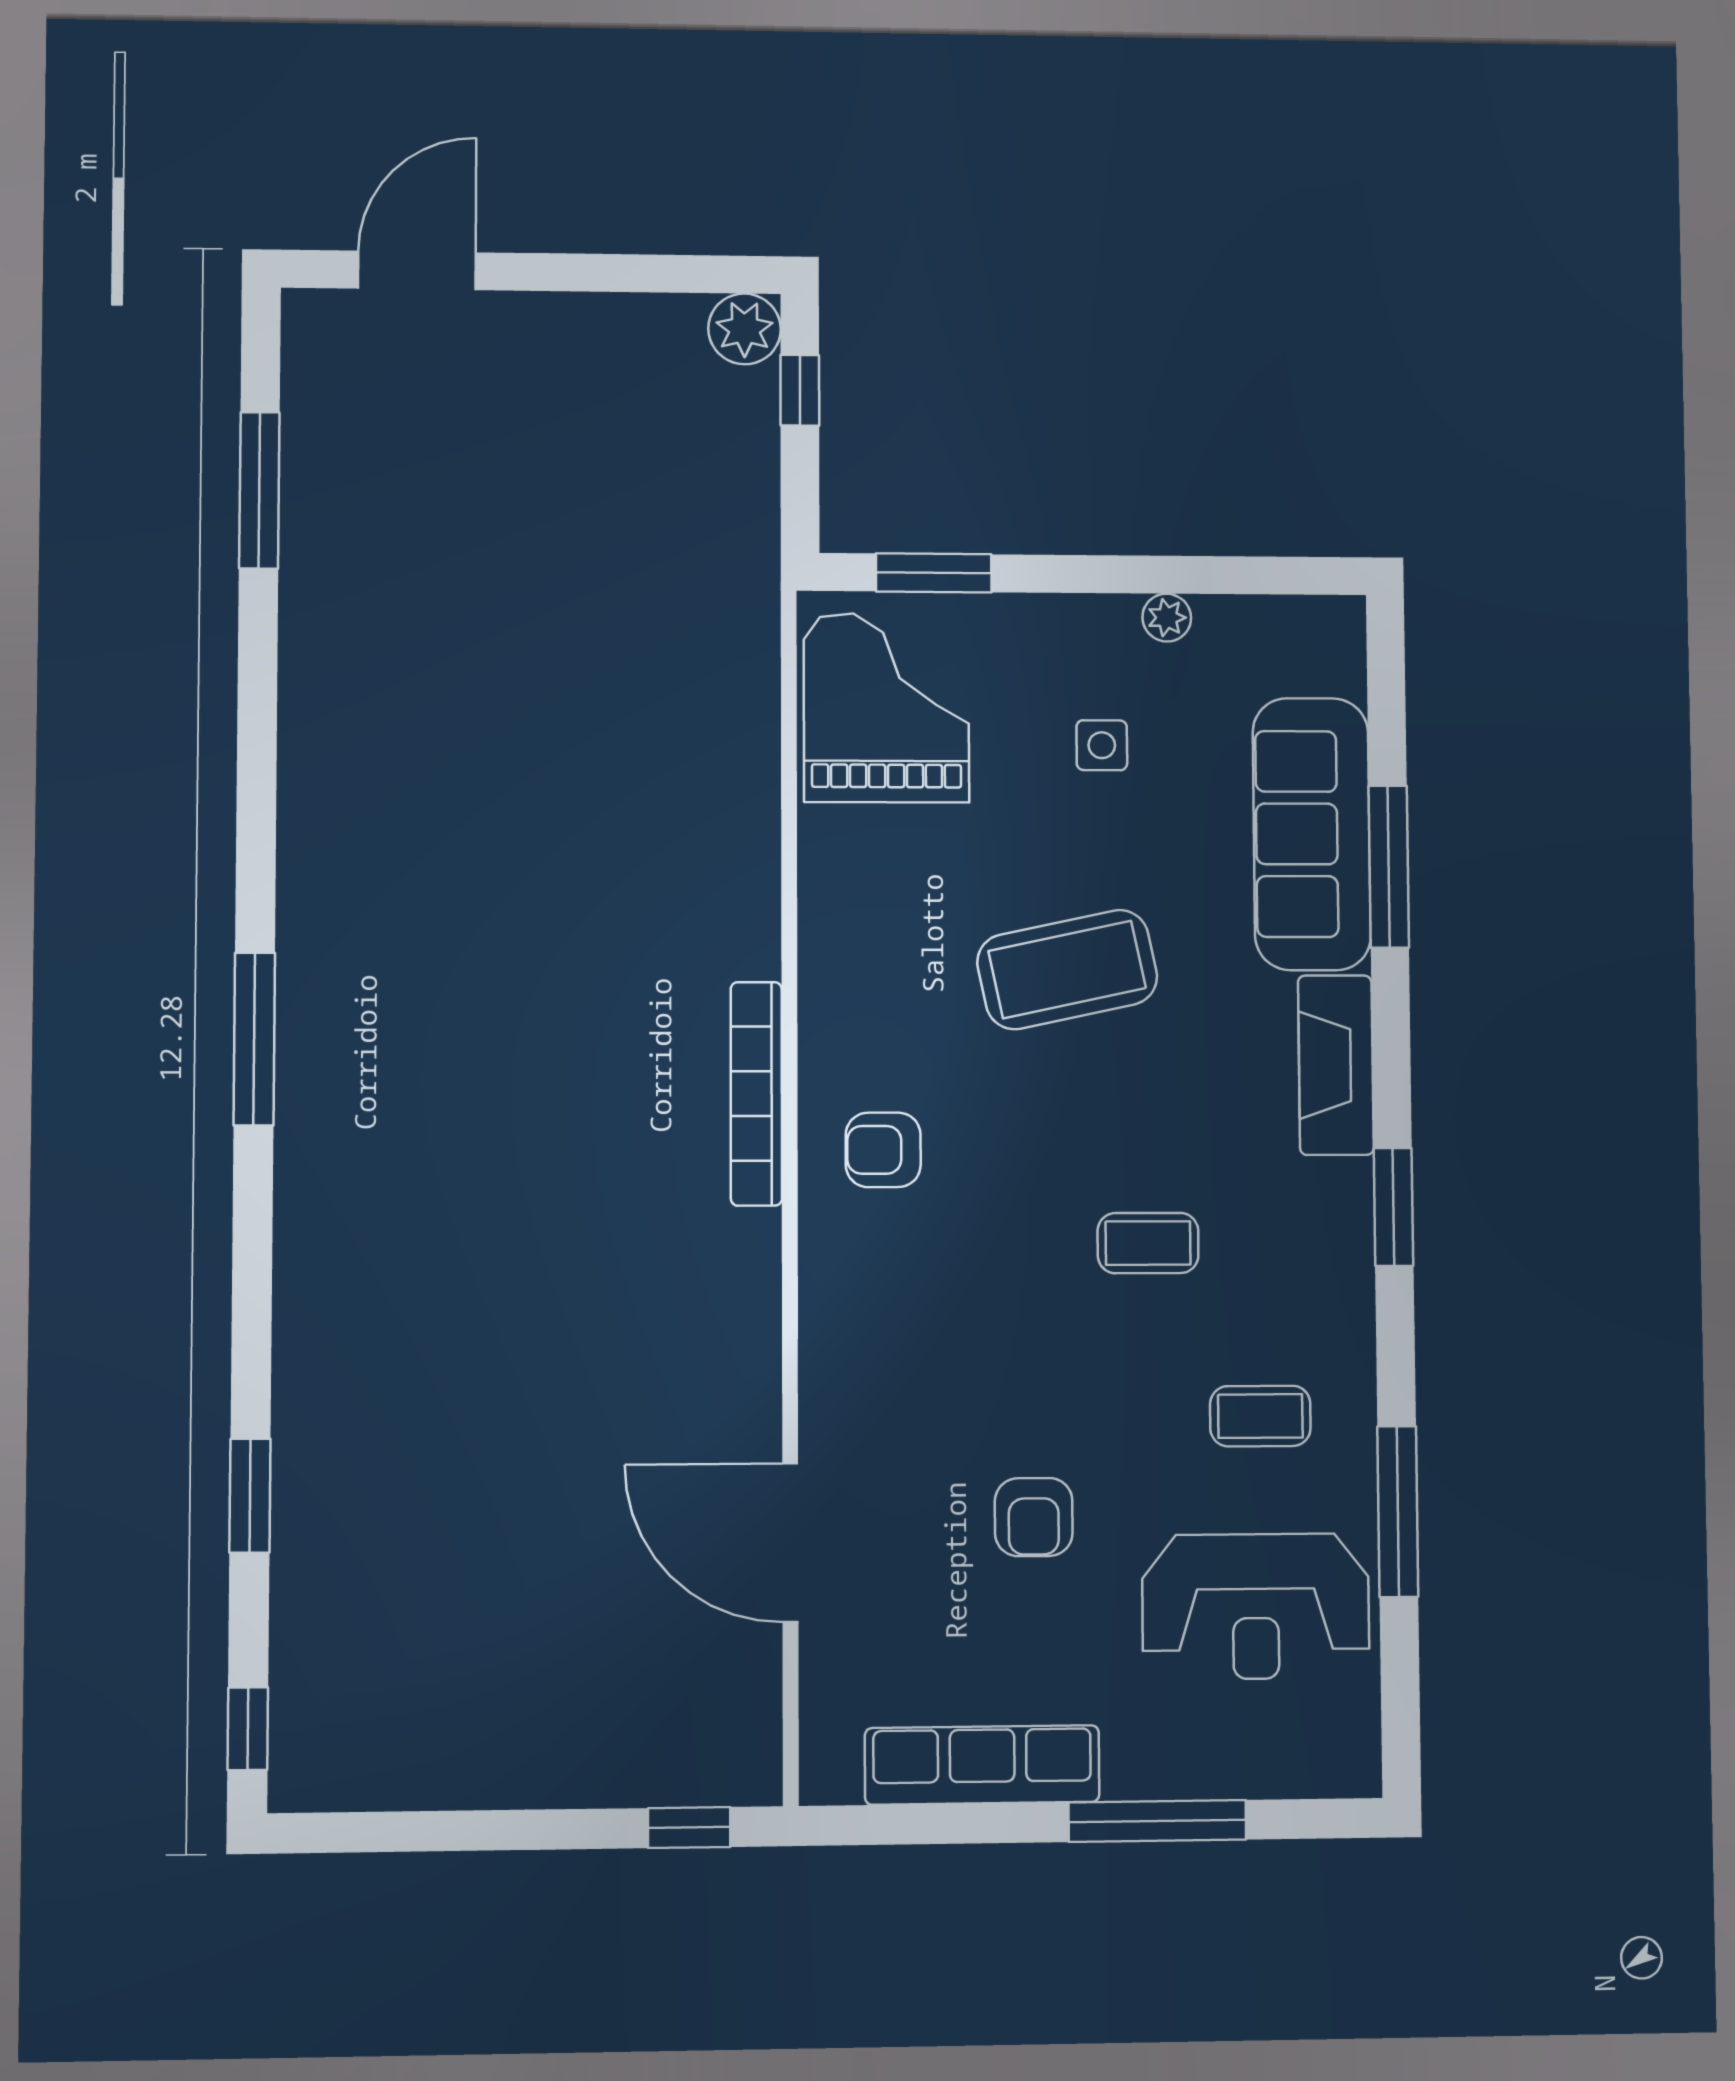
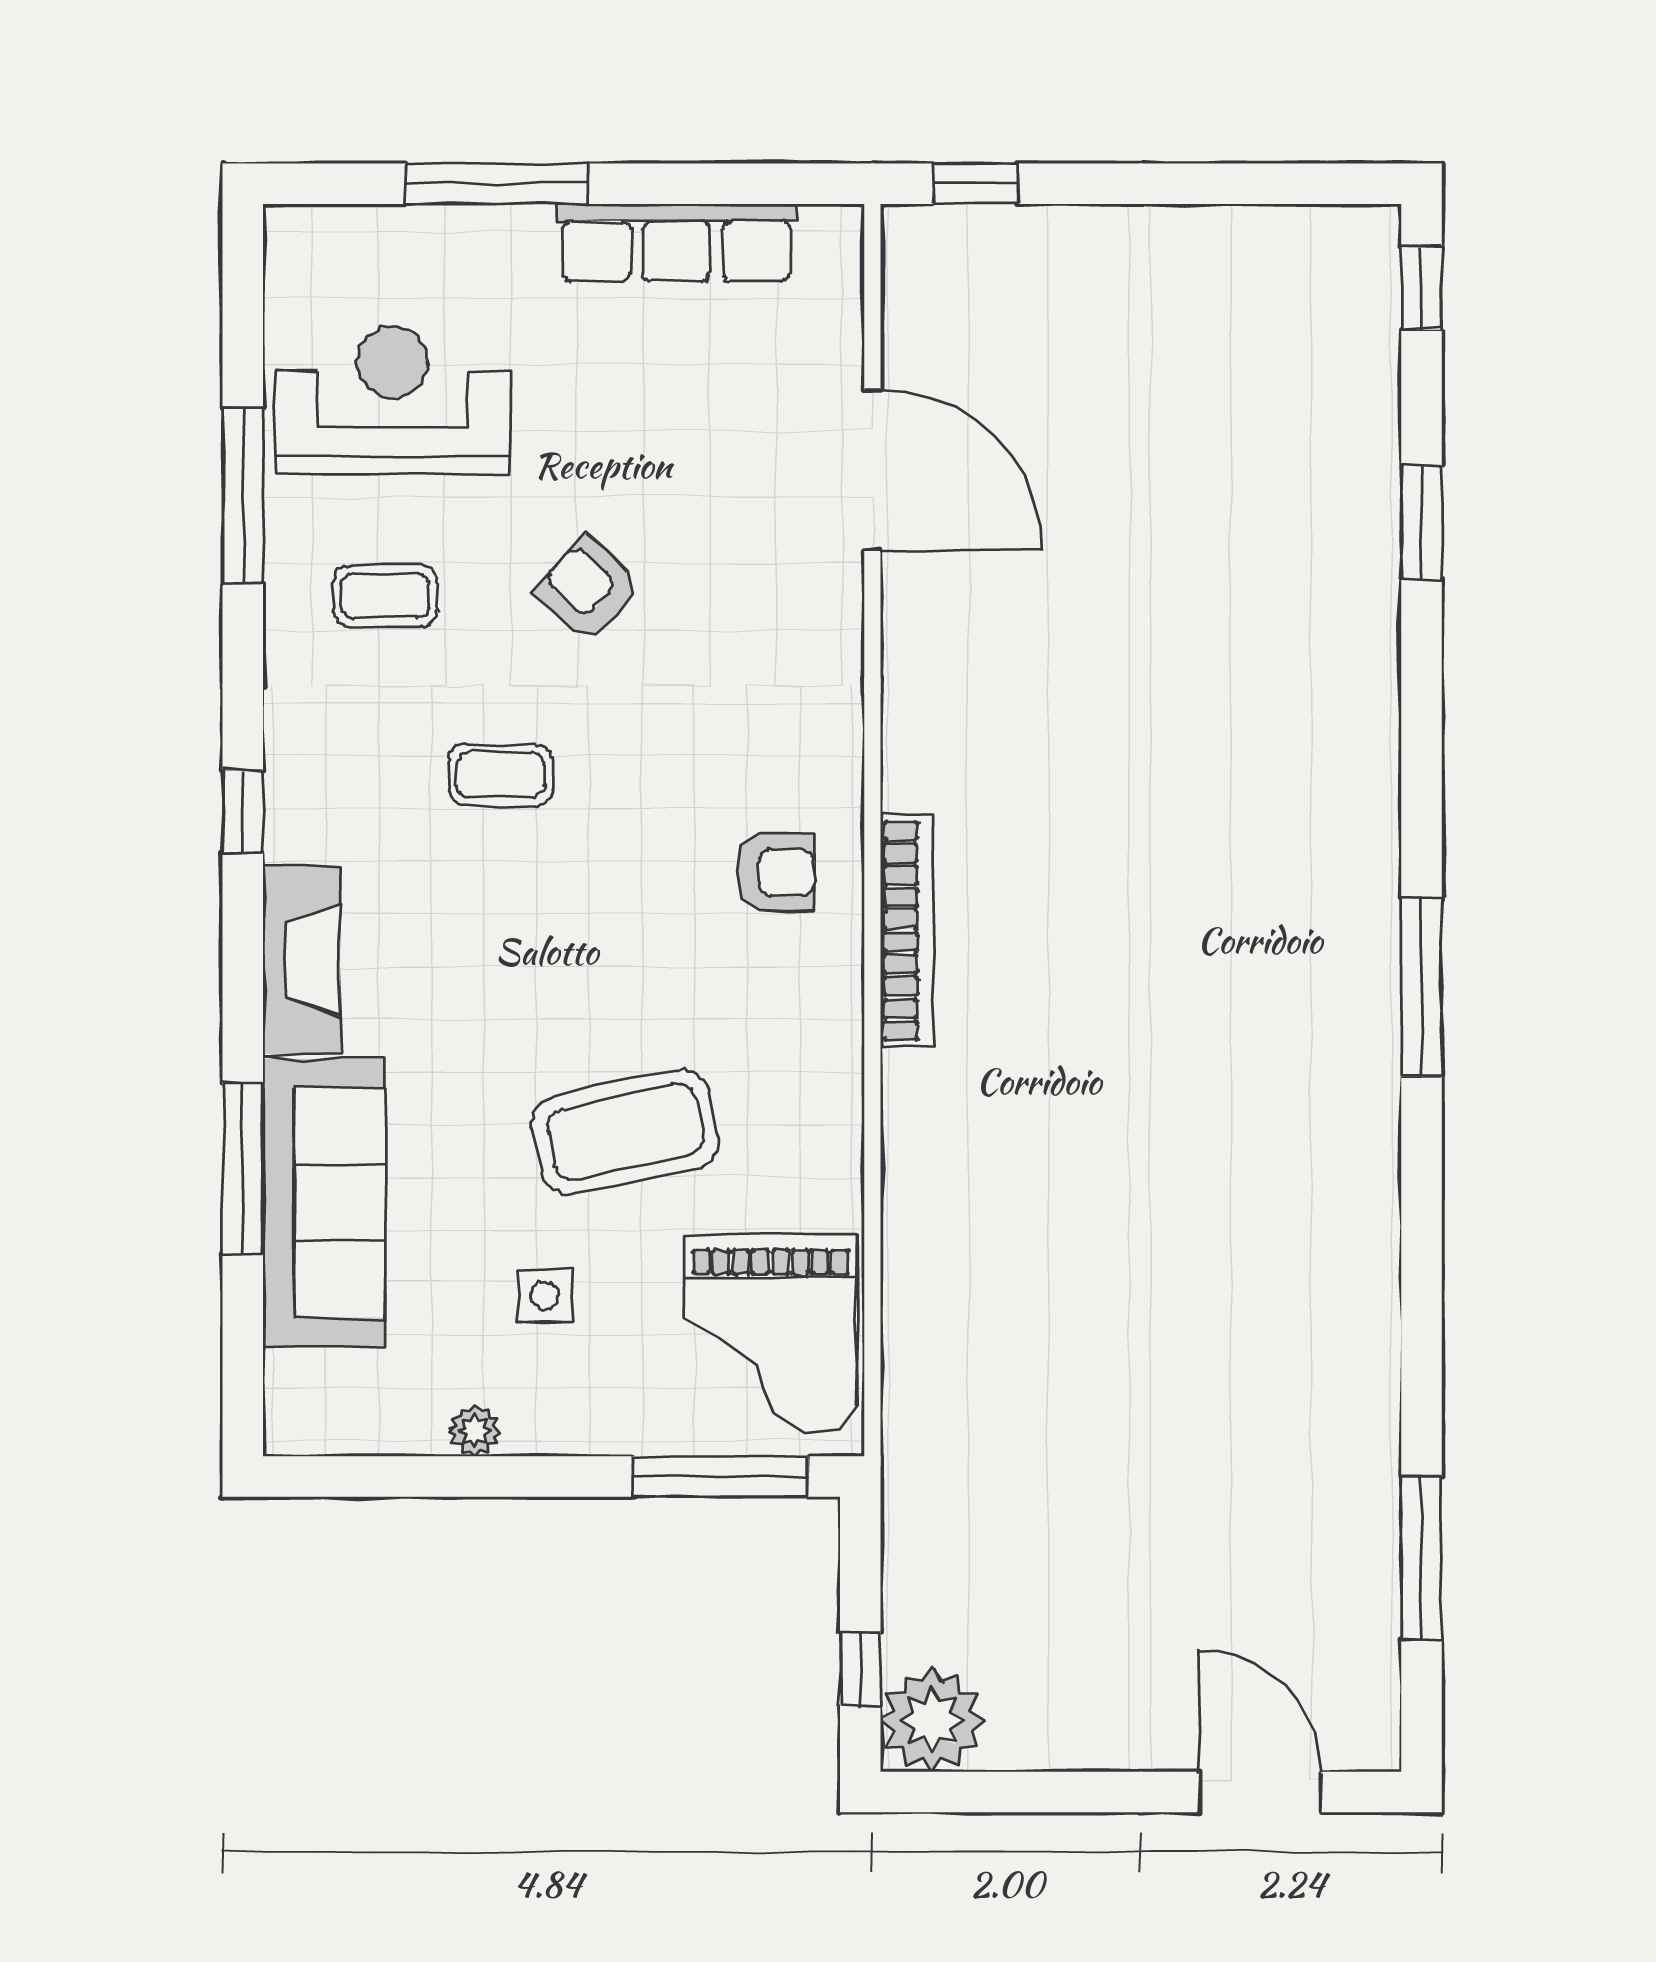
door: (417, 270) -> (1260, 1792), swing flipped
plant: (745, 329) -> (932, 1720), width x1.36, depth x1.36
window: (934, 573) -> (720, 1477), width x1.44
coffee table: (1067, 970) -> (625, 1132), moved
window: (1393, 1207) -> (243, 812), width x0.67
armchair: (1034, 1517) -> (588, 589), moved, turned -47

